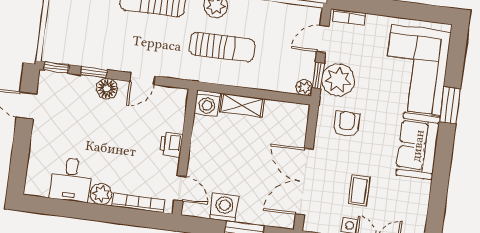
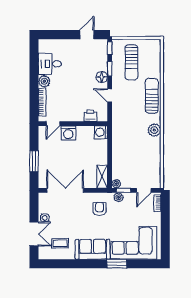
door: (323, 39) -> (144, 190), swing flipped
sun lounger: (222, 47) -> (131, 62), moved
plant: (338, 80) -> (119, 197), width x0.53, depth x0.53
shelving: (242, 105) -> (102, 177), moved
armchair: (346, 124) -> (99, 209), turned -90
printer: (171, 144) -> (90, 116), moved
coffee table: (359, 191) -> (60, 243), moved
washing machine: (224, 208) -> (68, 133), moved, turned 90

